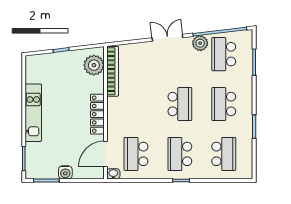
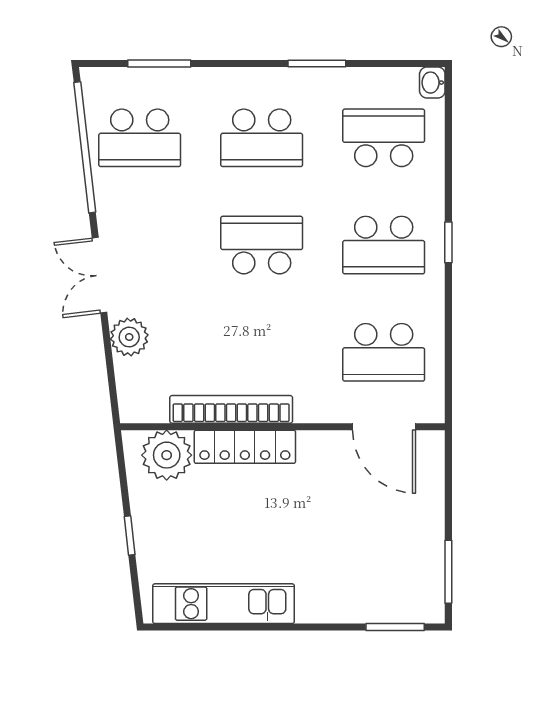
plant: (200, 43) -> (129, 337), moved
bookcase: (113, 71) -> (231, 409), moved
kitchen unit: (33, 113) -> (224, 604), moved
locker: (97, 114) -> (245, 447), moved
water cooler: (65, 172) -> (429, 525), removed
washbasin: (113, 174) -> (432, 83), moved

